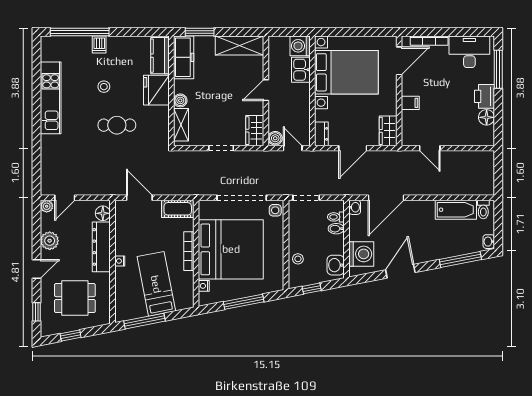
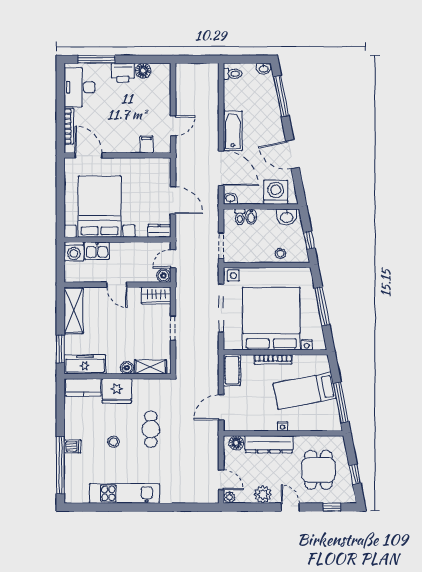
filing cabinet: (410, 103) -> (146, 145), moved
wardrobe: (388, 131) -> (156, 166), removed
bathtub: (456, 210) -> (233, 131), moved

